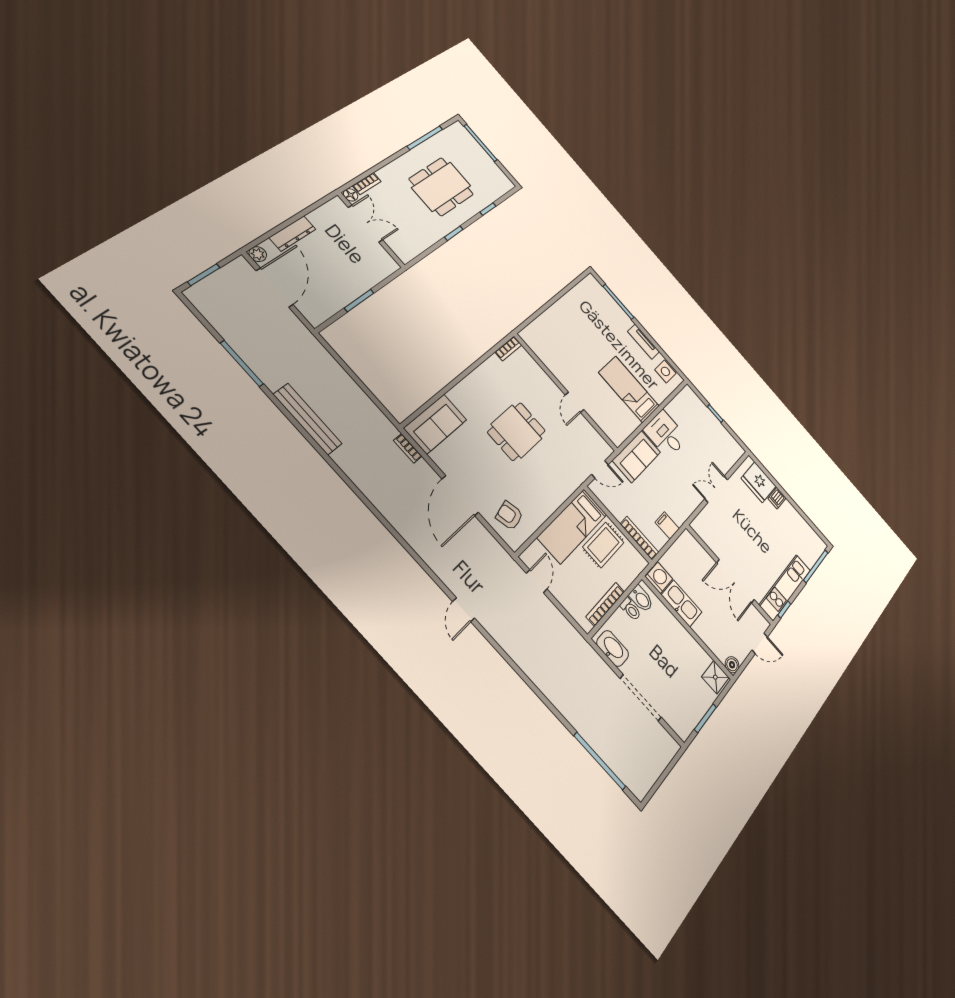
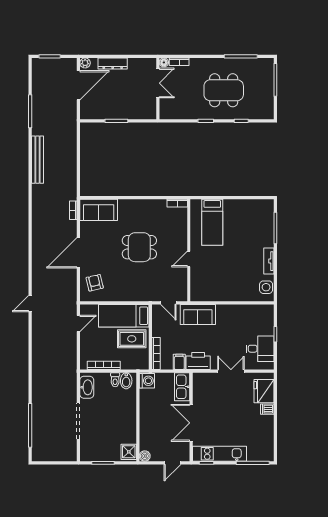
bed: (629, 389) -> (212, 222), moved, turned 180
desk: (666, 434) -> (260, 349), moved, turned 90
printer: (681, 507) -> (198, 361), added
kitchen sink: (682, 603) -> (182, 387), moved, turned 180
door: (760, 643) -> (172, 463), hinge flipped

